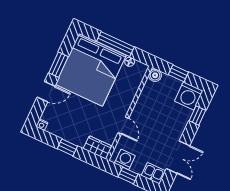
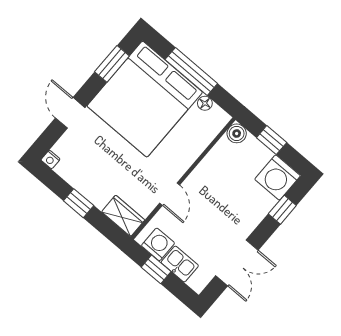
window: (59, 65) -> (112, 64), moved
door: (46, 92) -> (70, 113), swing flipped
kitchen sink: (153, 173) -> (180, 264), moved

